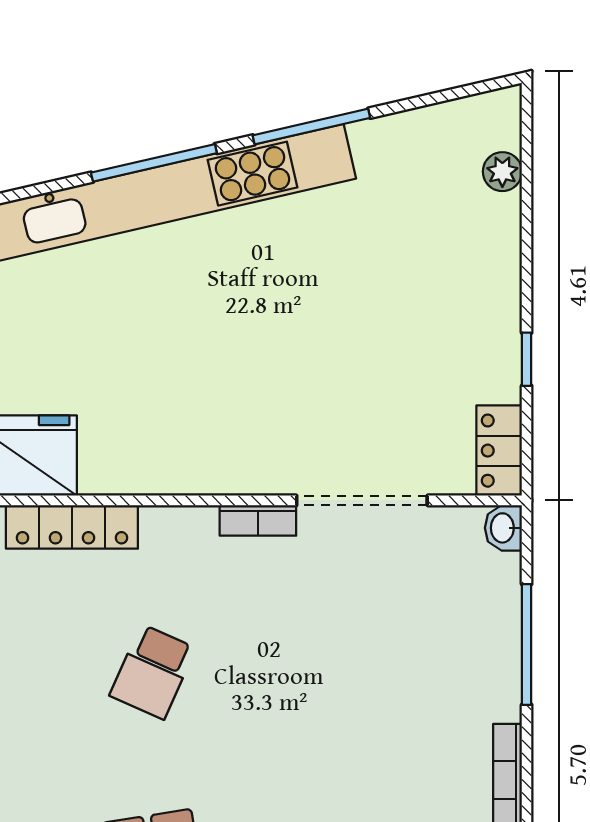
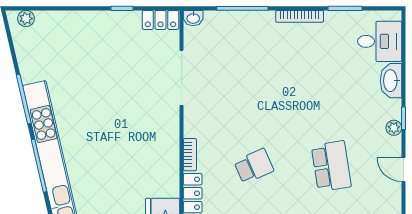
plant: (502, 172) -> (26, 19), moved
bookcase: (258, 520) -> (190, 155), moved
school desk: (153, 672) -> (254, 166), turned -48

